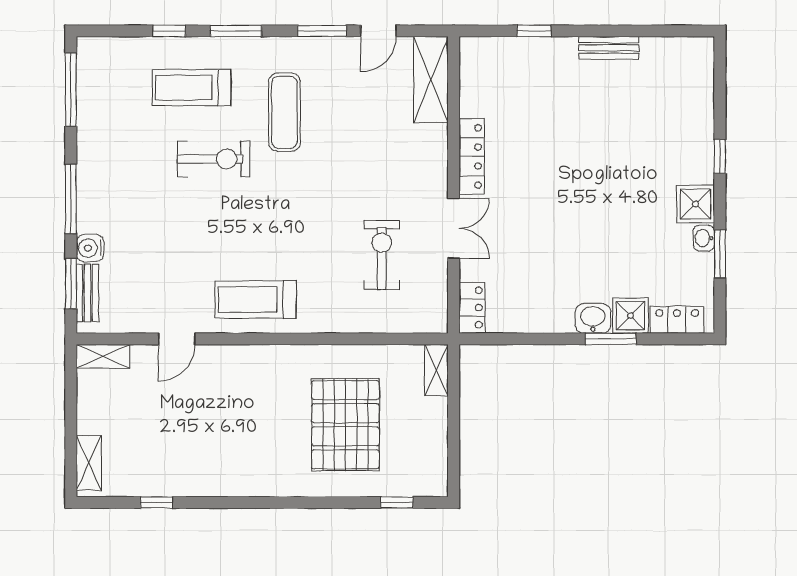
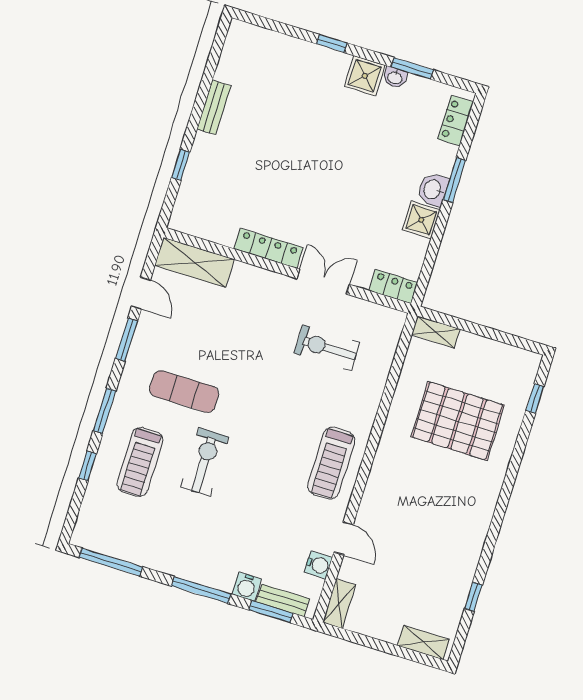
shower: (630, 316) -> (421, 220), moved
water cooler: (139, 320) -> (318, 565), added

